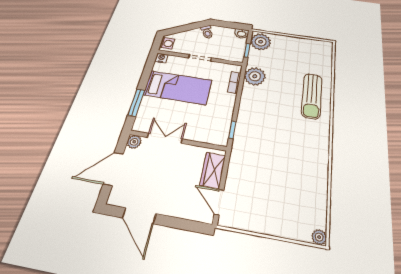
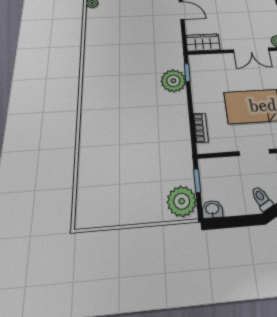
plant: (255, 76) -> (173, 81), moved
sun lounger: (312, 96) -> (103, 132), removed
wardrobe: (213, 170) -> (203, 43), moved, turned -90

